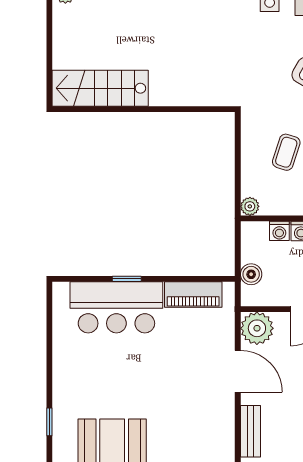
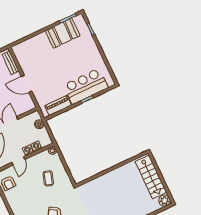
stairs: (100, 88) -> (151, 177), moved, turned 90
plant: (257, 328) -> (27, 104), removed

